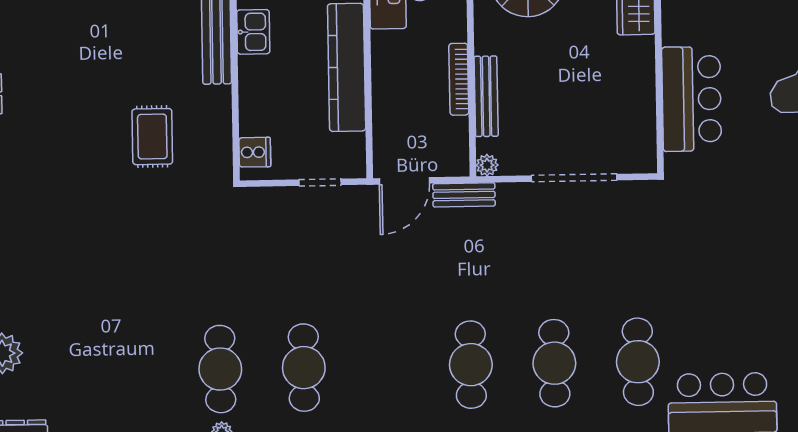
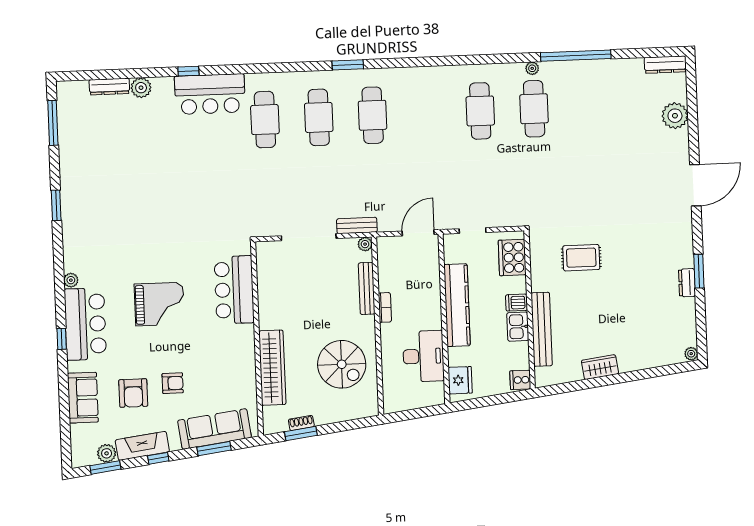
dishwasher: (254, 69) -> (516, 303), added
bookcase: (459, 79) -> (385, 307), width x0.64
rug: (152, 137) -> (581, 258), turned 90
cooker: (255, 152) -> (512, 257), width x1.87, depth x1.31
bench: (464, 195) -> (357, 225), moved

